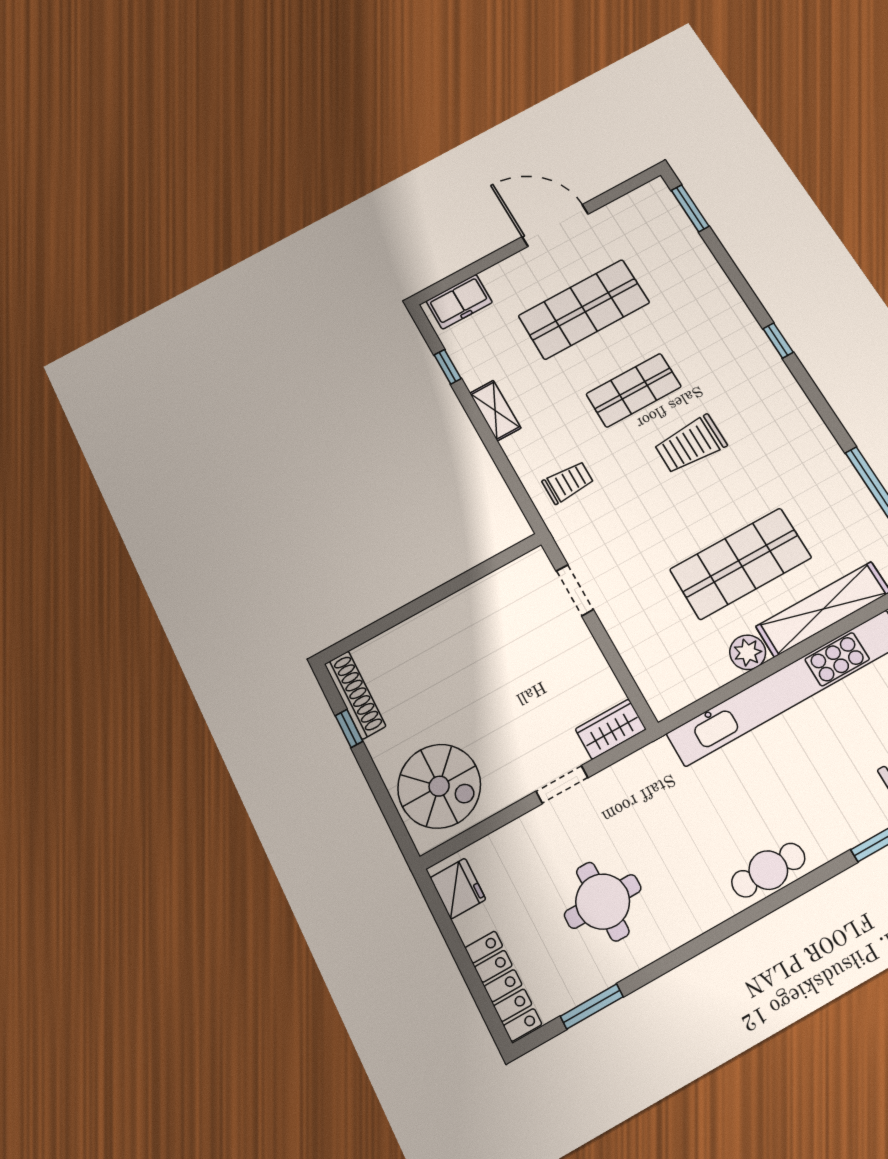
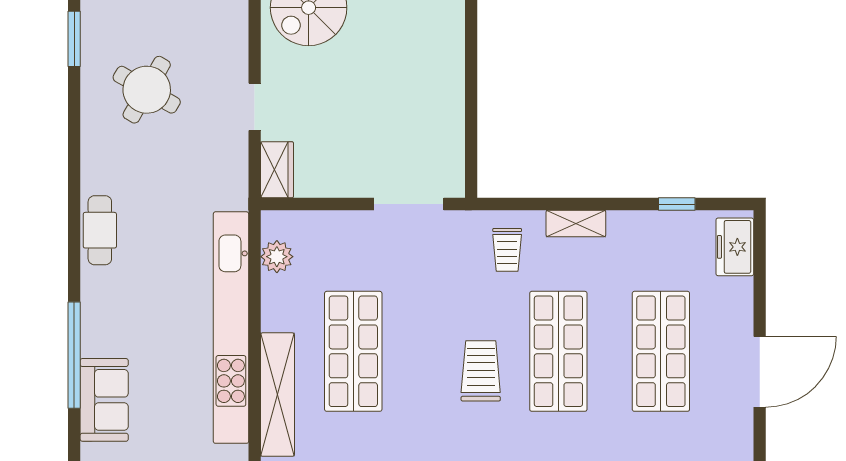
shop shelf: (634, 390) -> (558, 351), width x1.43, depth x1.36
shelving: (495, 411) -> (576, 223), moved
doorway: (575, 590) -> (409, 204), width x1.38
plant: (748, 652) -> (277, 257), moved
round table: (603, 901) -> (147, 90), turned 30

